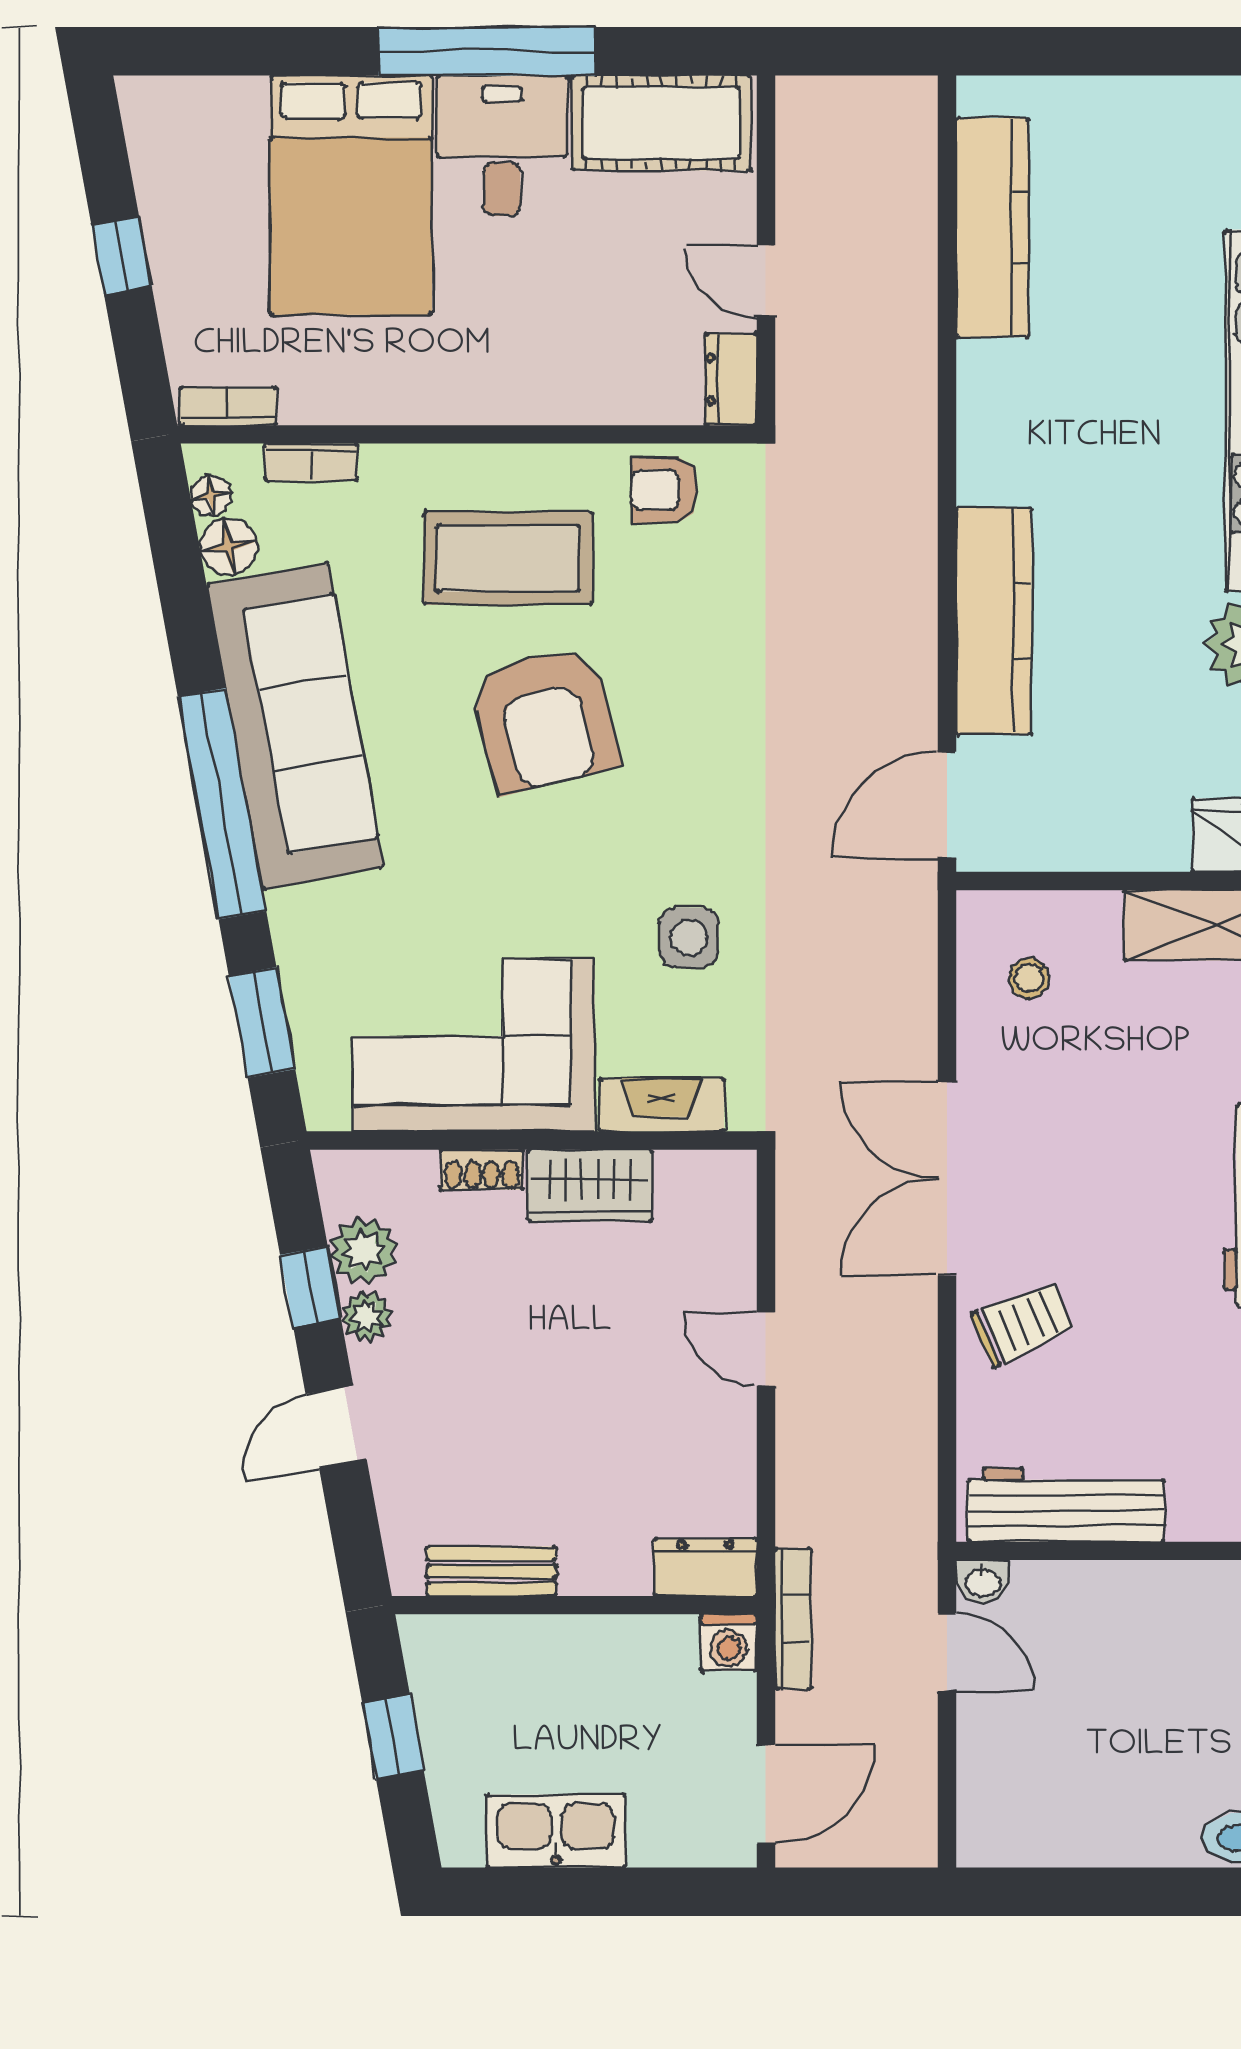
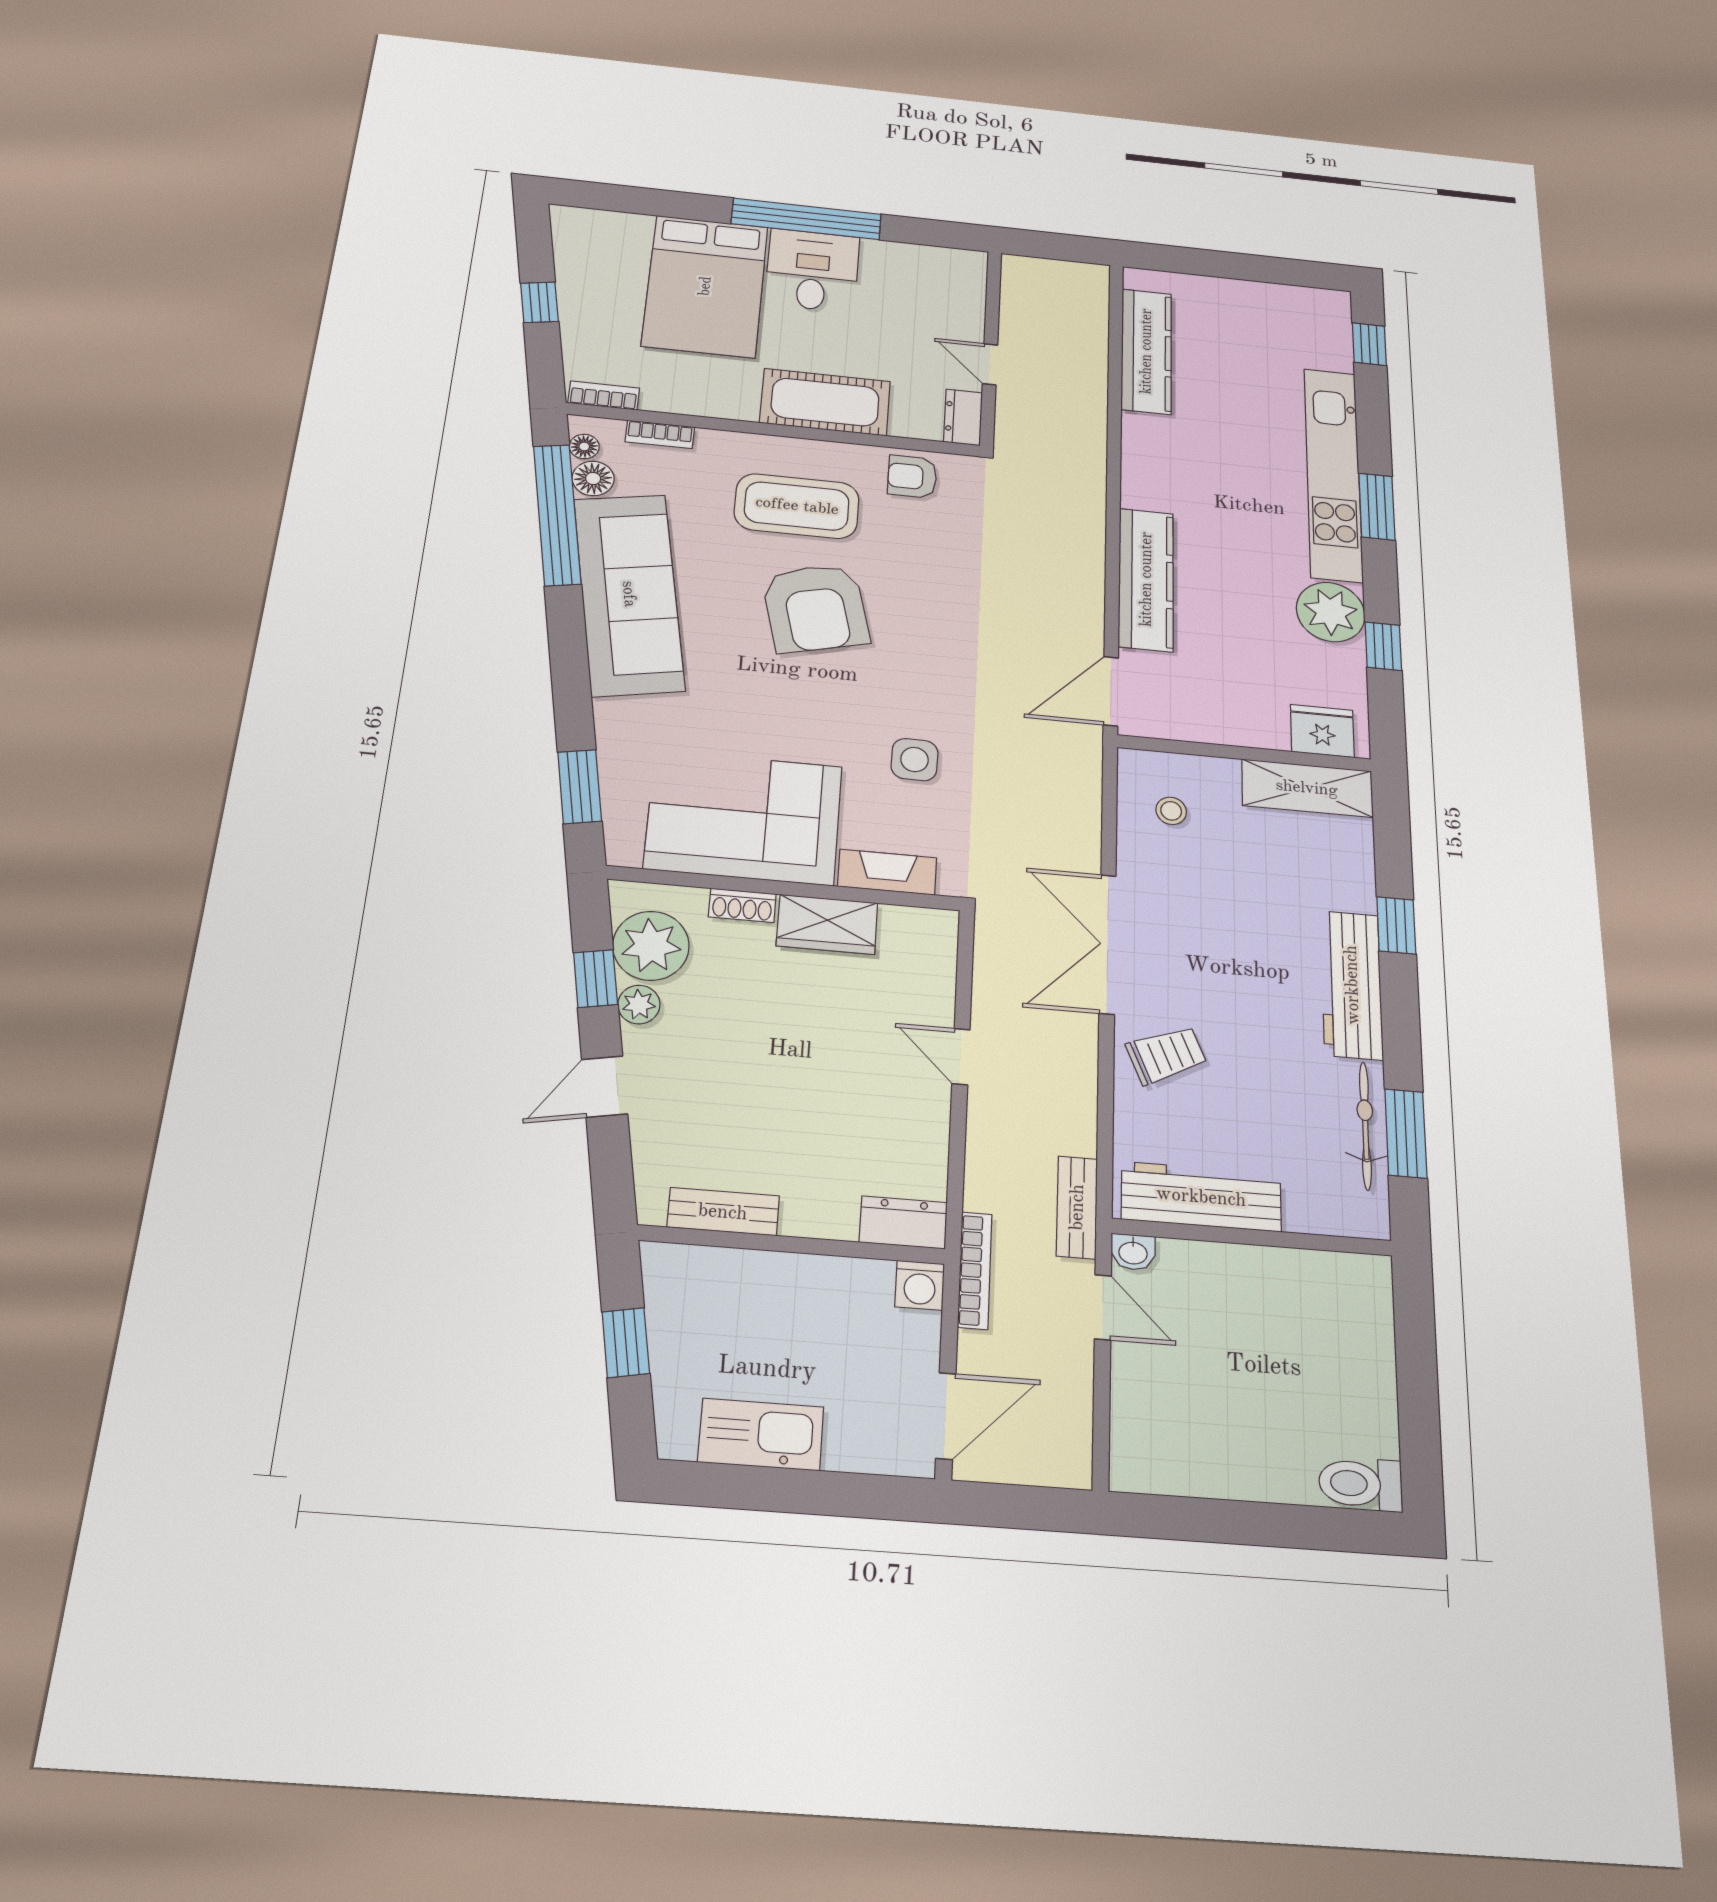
cot: (661, 123) -> (825, 402), moved
window: (222, 804) -> (557, 514), moved
plant: (363, 1251) -> (651, 946), width x1.36, depth x1.36
bench: (914, 1531) -> (1077, 1207), added

